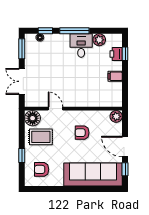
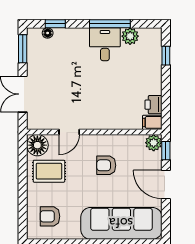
window: (74, 31) -> (110, 24), moved
printer: (116, 54) -> (154, 105), moved
filing cabinet: (115, 76) -> (152, 122), moved
door: (55, 109) -> (69, 132), swing flipped
window: (22, 155) -> (23, 197), removed
window: (125, 169) -> (166, 151), moved

